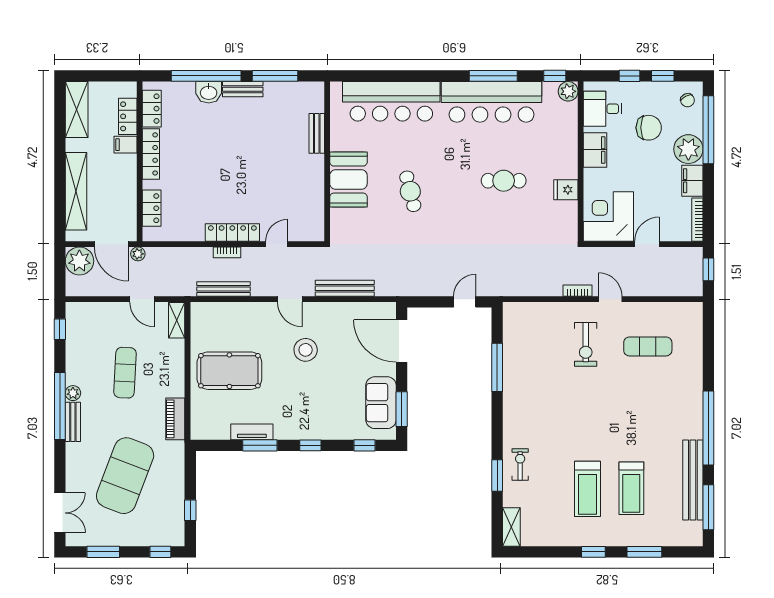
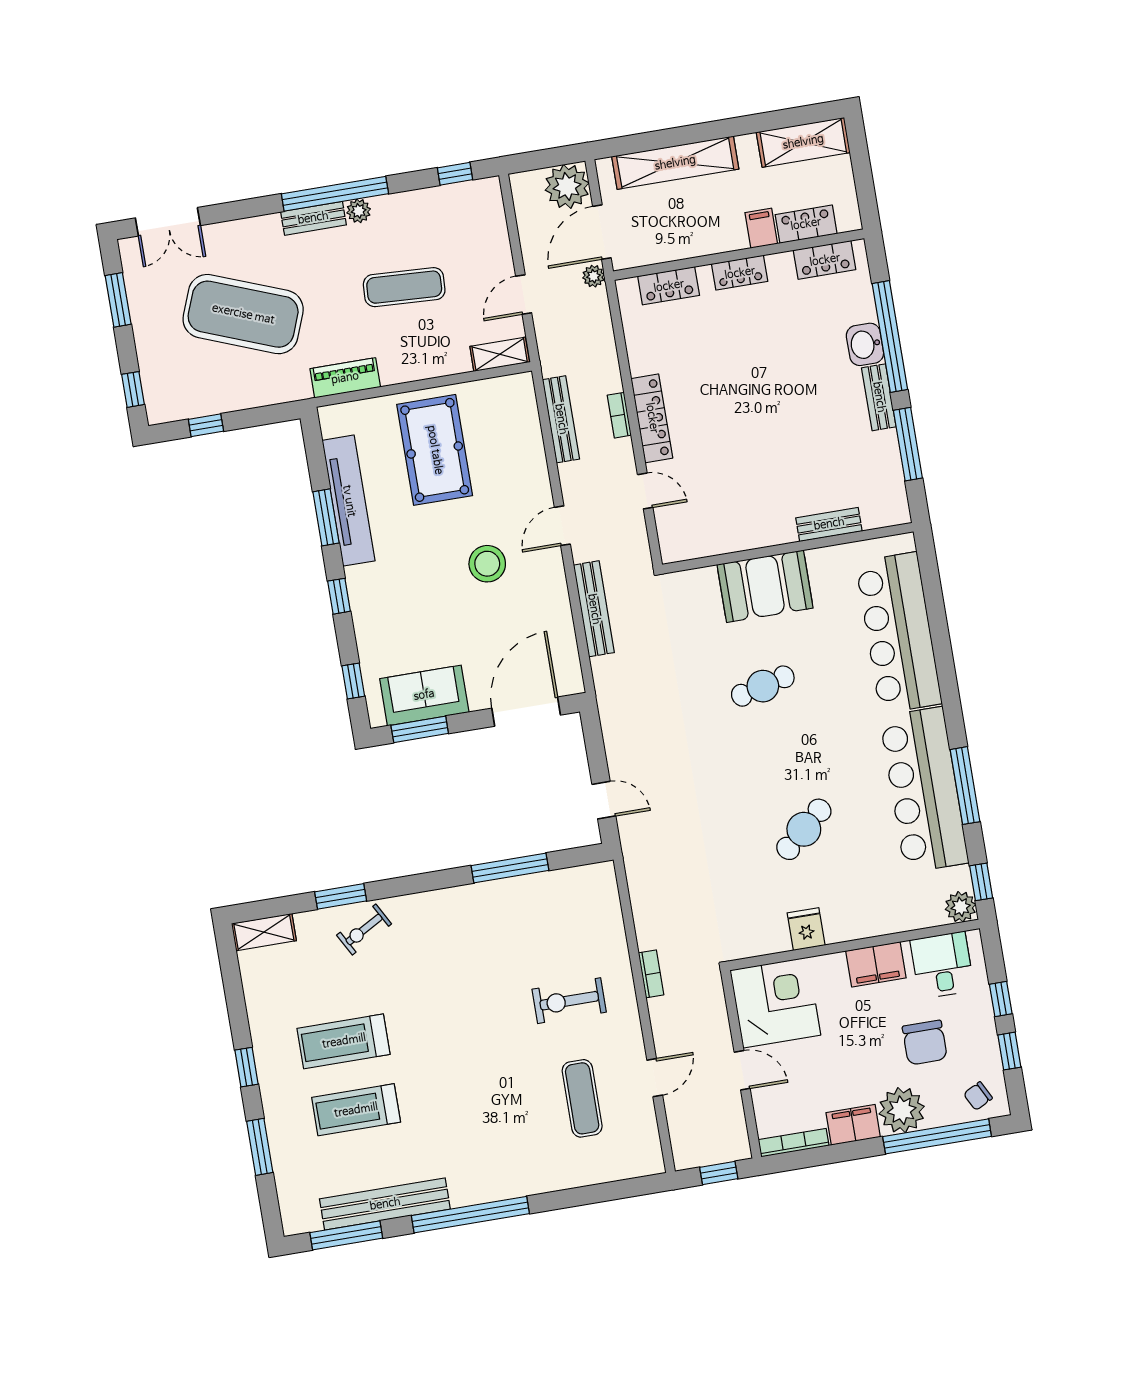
locker: (151, 154) -> (740, 273), width x0.66
cafe table: (504, 181) -> (804, 829), turned 49
door: (610, 299) -> (655, 1078), moved
tv unit: (252, 432) -> (349, 501), width x1.92, depth x1.29
exercise bike: (520, 464) -> (364, 929), turned 151

